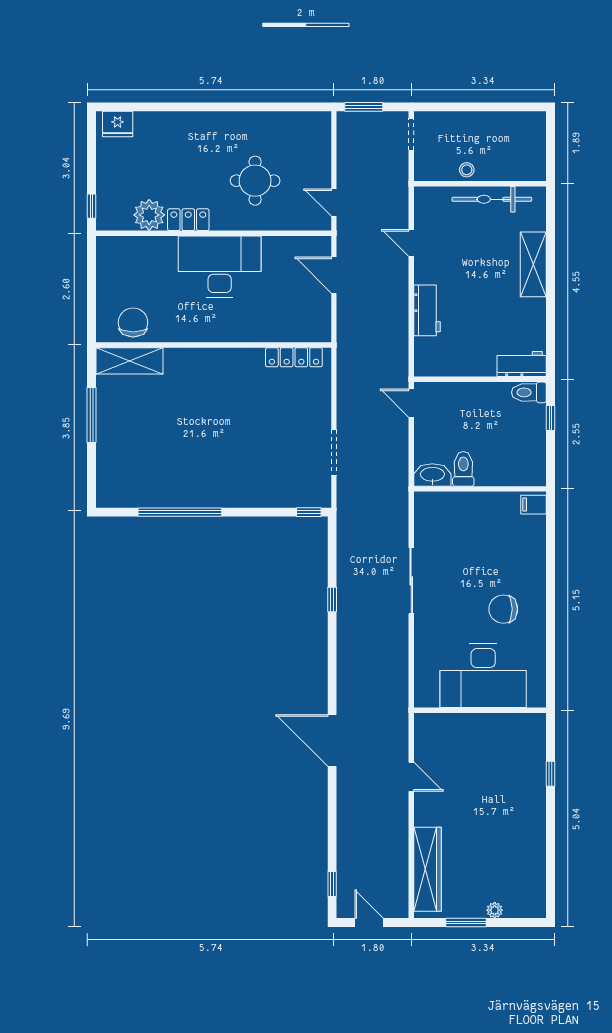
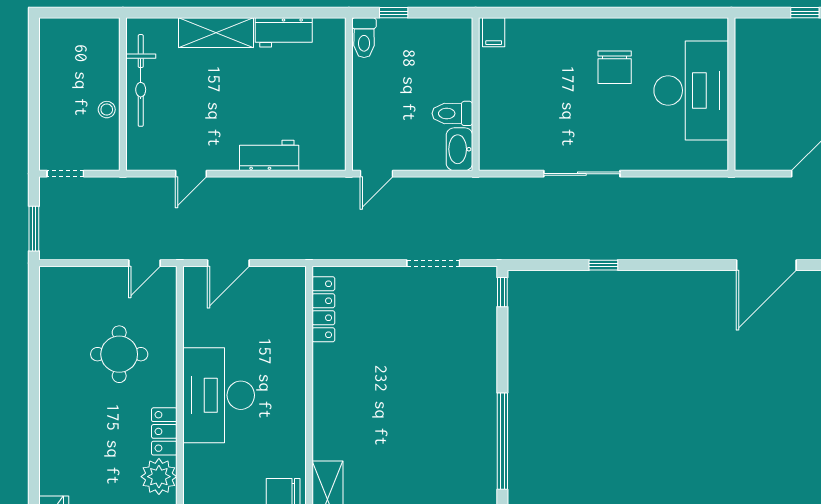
workbench: (522, 364) -> (284, 32), moved, turned -90

